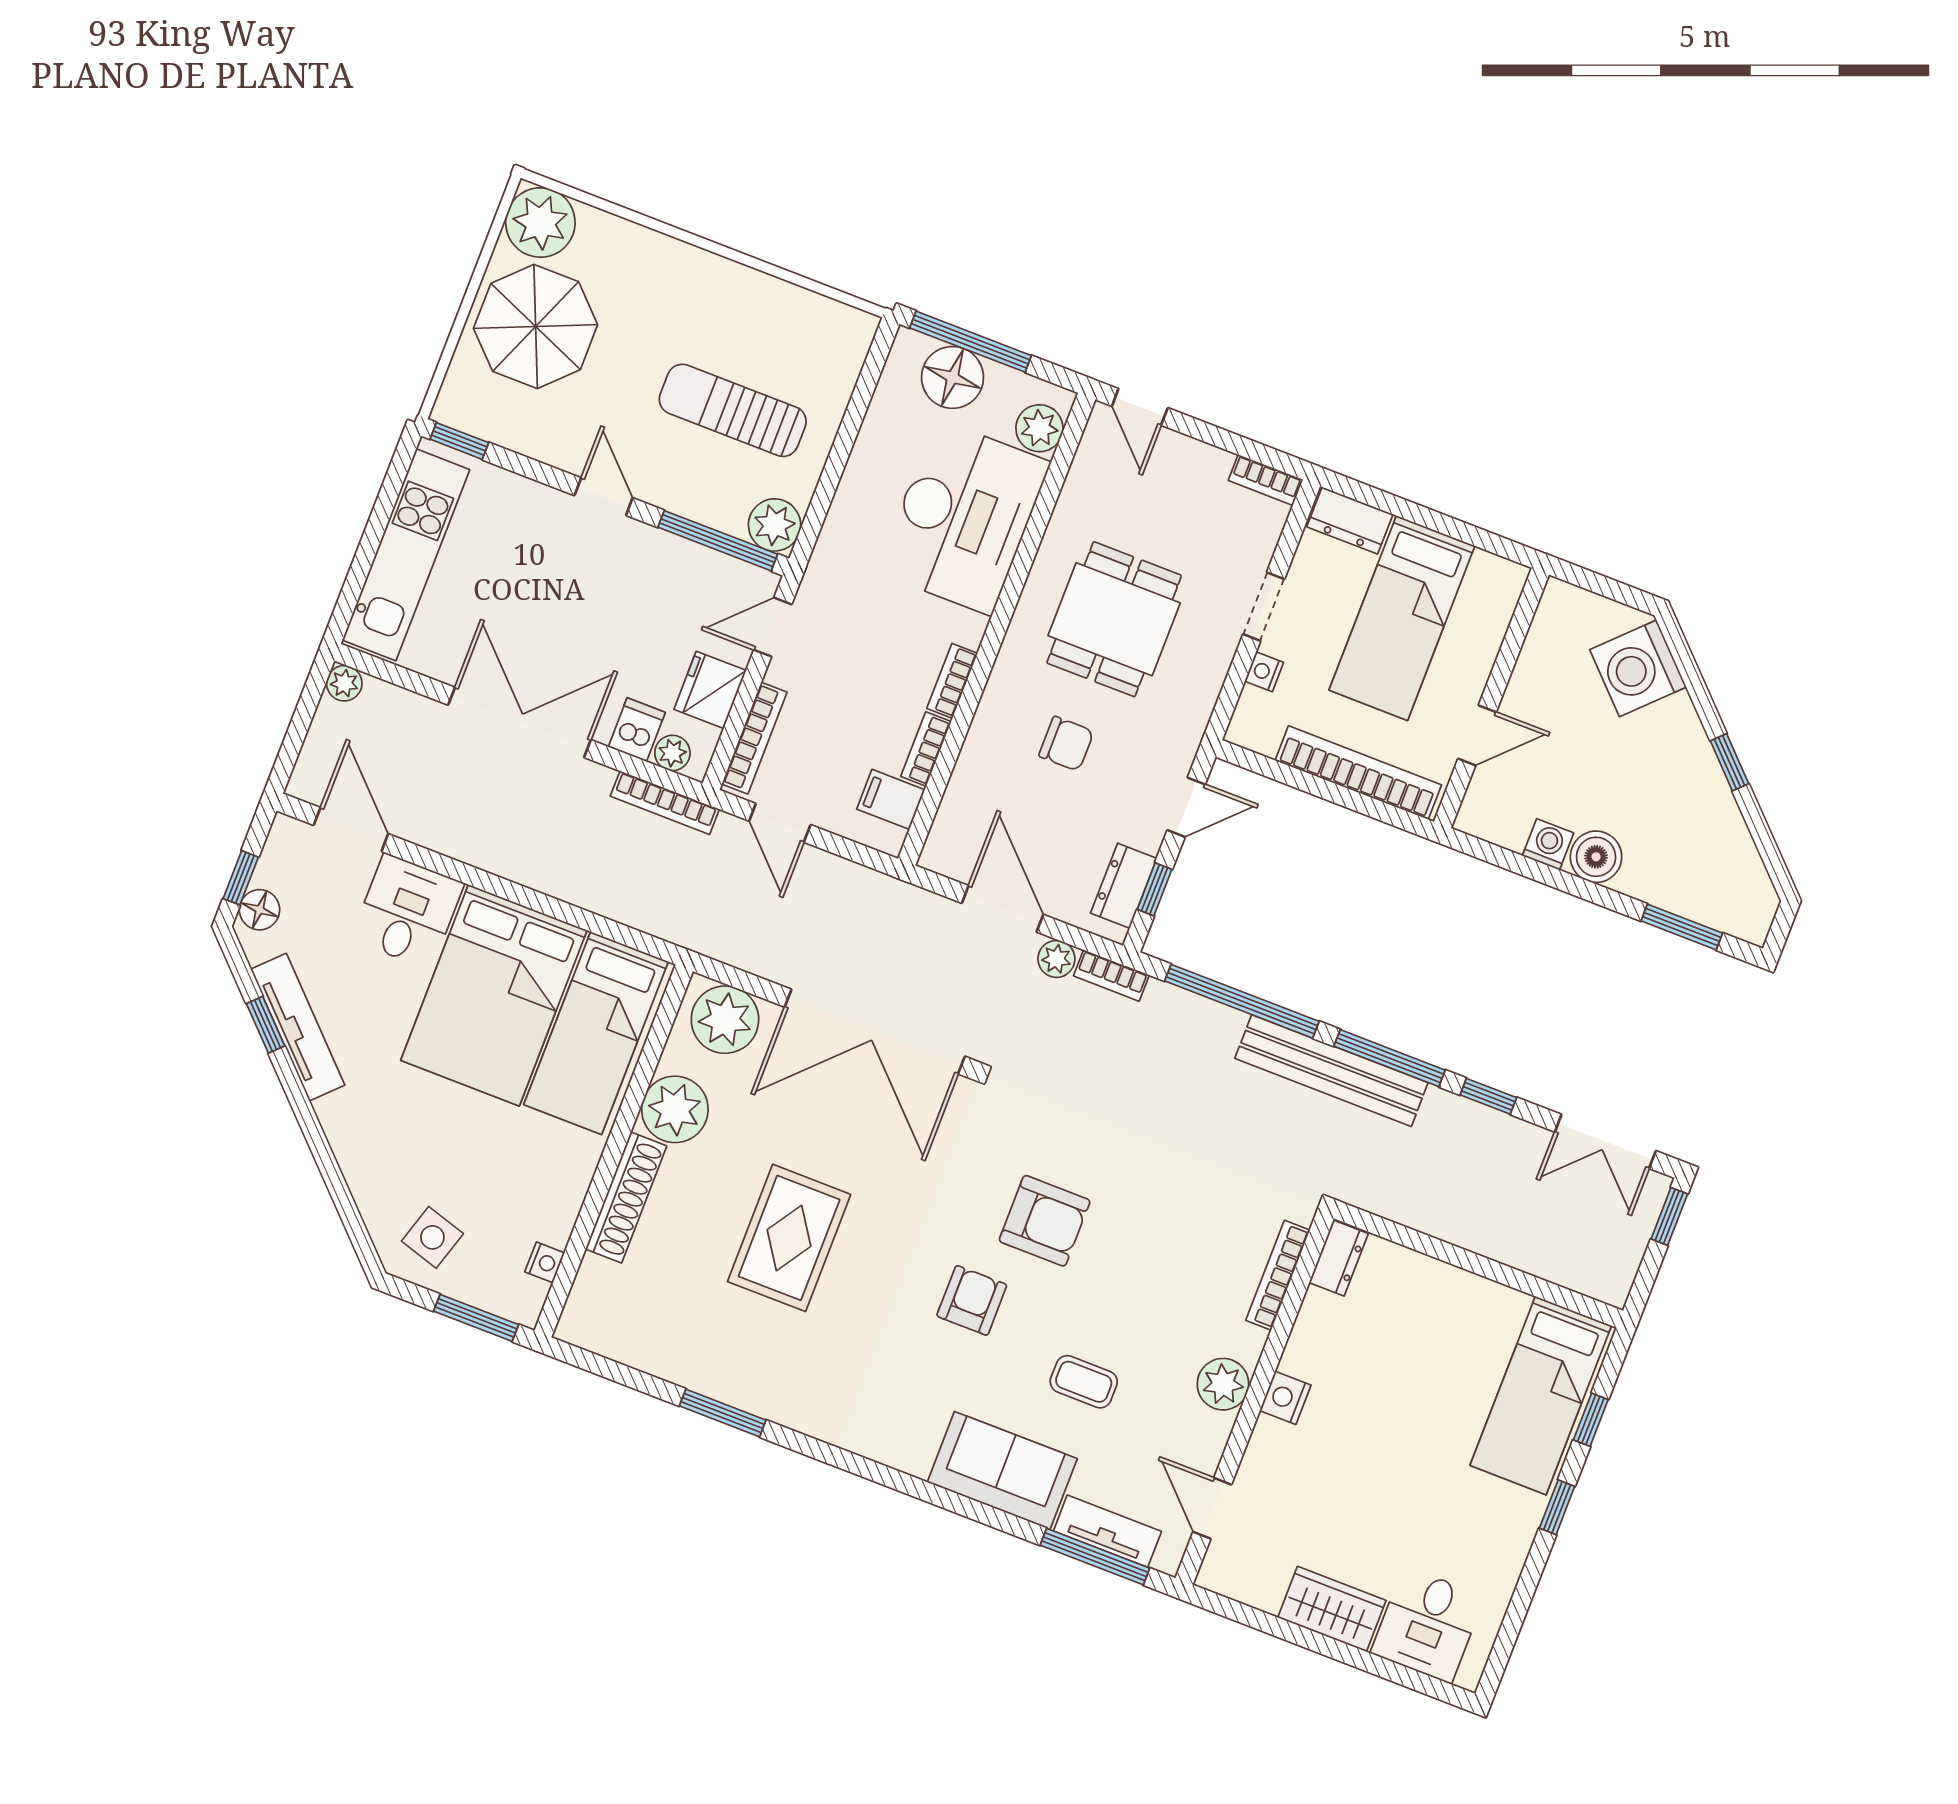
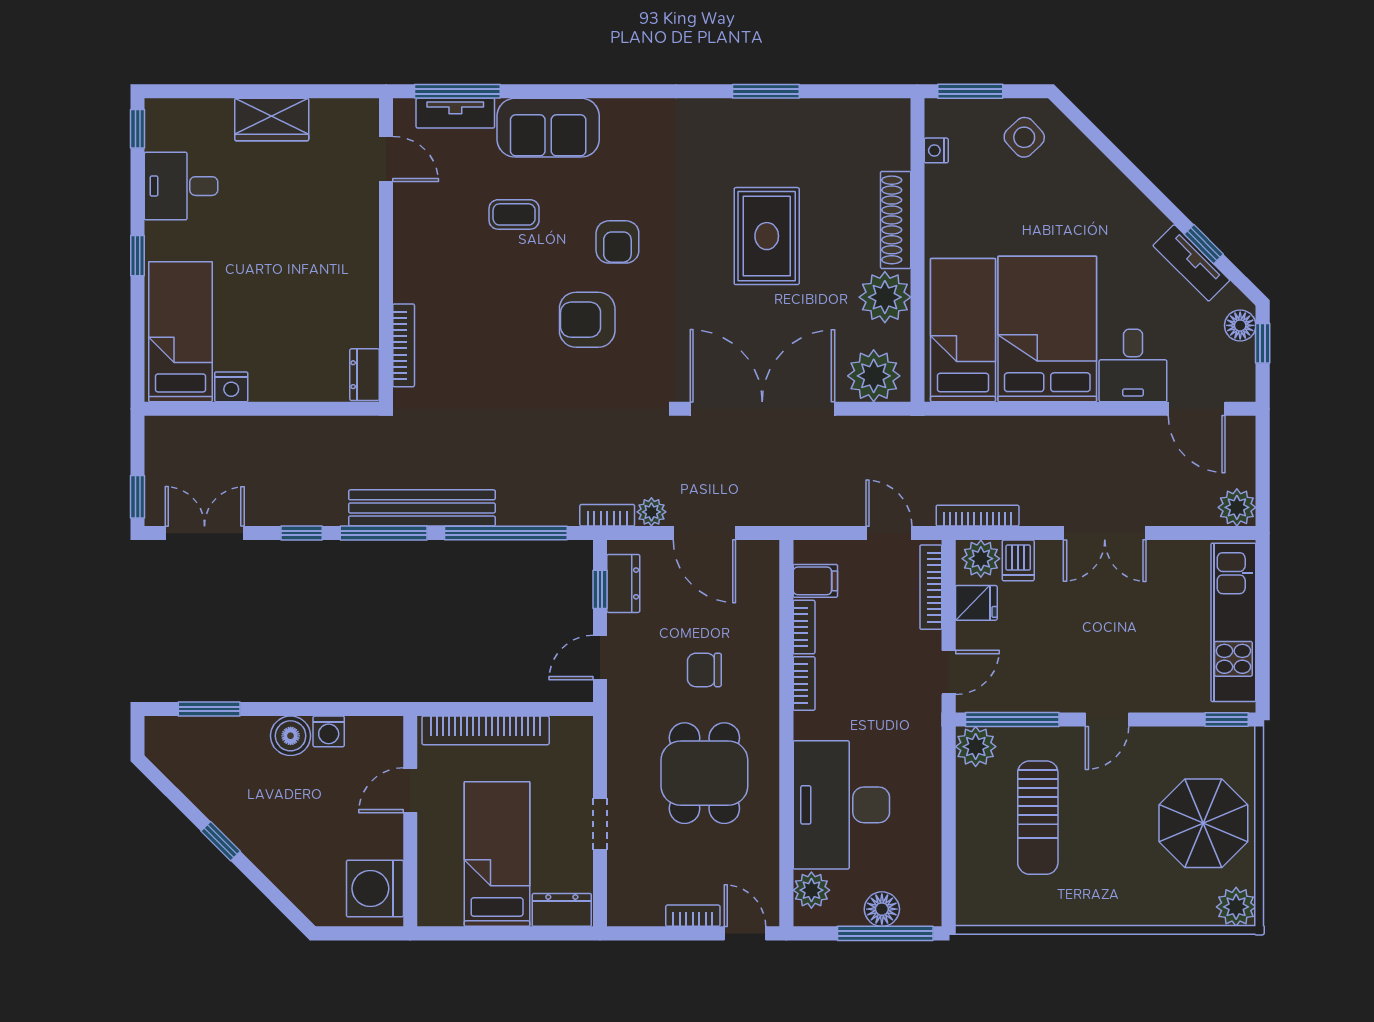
plant: (540, 222) -> (1236, 907), width x0.73, depth x0.73
floor lamp: (952, 377) -> (882, 909), width x0.73, depth x0.73
sun lounger: (733, 410) -> (1038, 818), turned 90
bookcase: (1266, 480) -> (693, 916), moved
door: (604, 497) -> (1107, 719), hinge flipped
washing machine: (1638, 668) -> (375, 889), moved, turned -135
nightstand: (1264, 672) -> (582, 777), removed
plant: (344, 683) -> (1237, 507), width x1.38, depth x1.38
fridge: (710, 690) -> (976, 603), width x0.72
double door: (520, 722) -> (1105, 533), width x0.73
plant: (672, 753) -> (981, 559), width x1.38, depth x1.38
tv unit: (298, 1027) -> (1191, 263), width x0.71
side table: (432, 1237) -> (1024, 137), turned 30
plant: (1223, 1384) -> (413, 251), removed
nightstand: (1285, 1398) -> (231, 387), moved, turned 90
window: (1591, 1420) -> (138, 129), moved
desk: (1428, 1625) -> (181, 186), moved, turned -90

